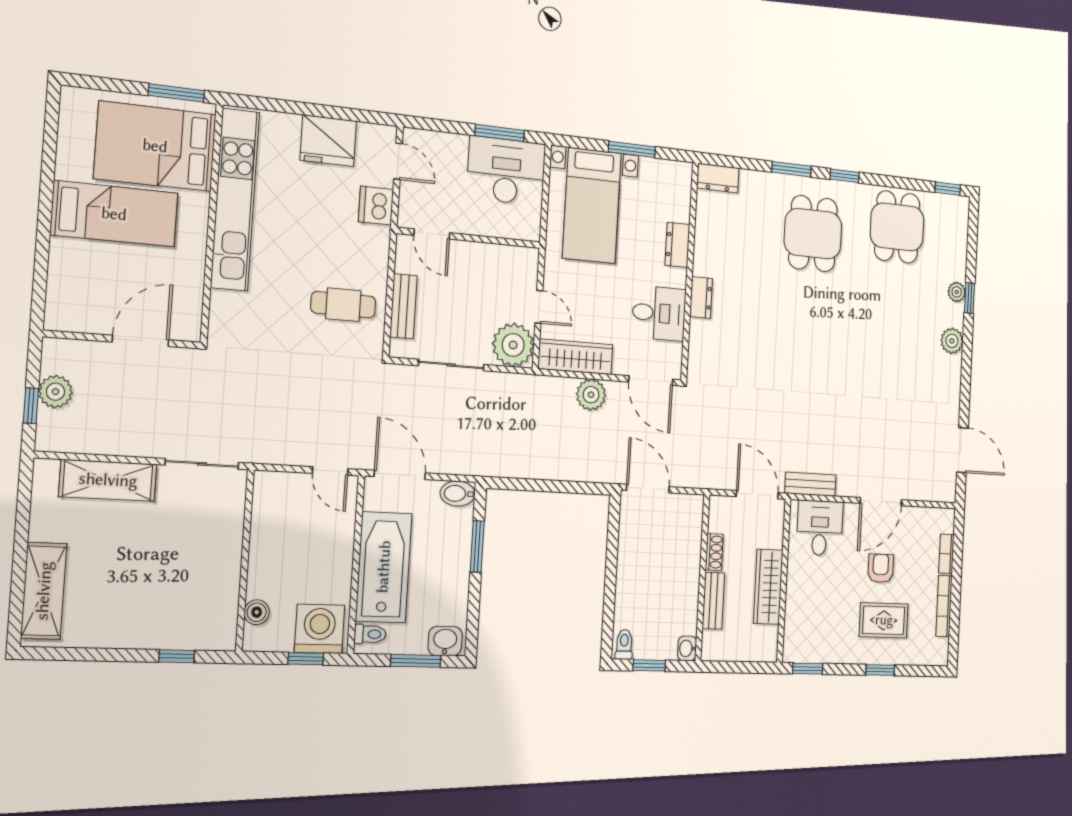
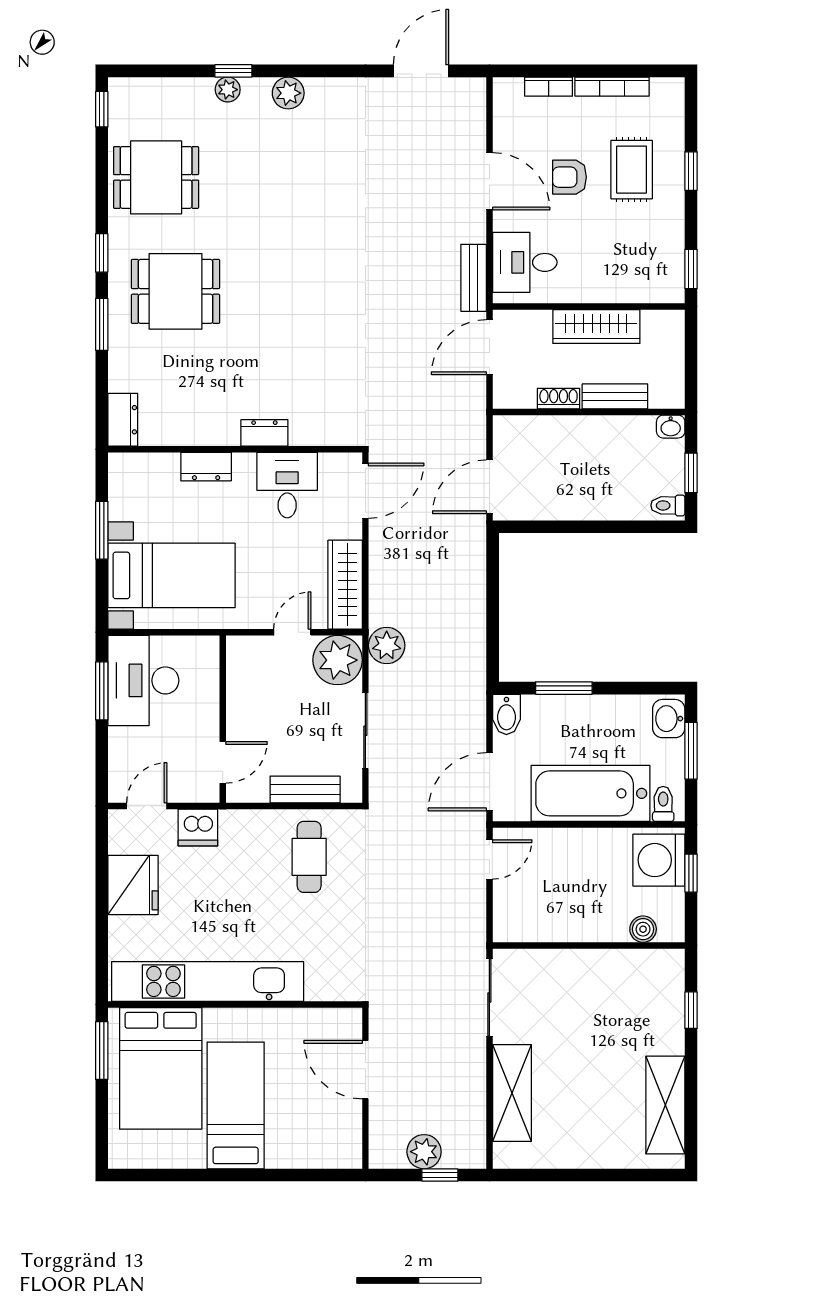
plant: (591, 395) -> (387, 645), moved
shelving: (44, 591) -> (665, 1105), moved, turned 90

